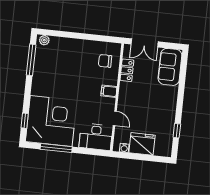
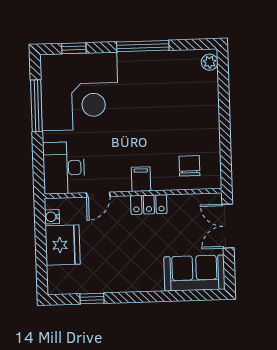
window: (31, 60) -> (143, 46), moved
locker: (127, 70) -> (149, 205), moved

